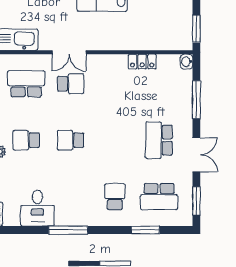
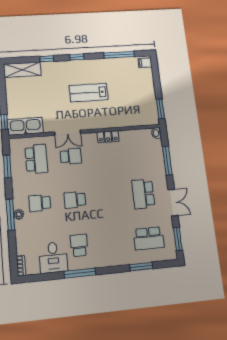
locker: (142, 62) -> (108, 137), moved
school desk: (26, 84) -> (36, 159), turned 90
school desk: (115, 197) -> (79, 245), moved

